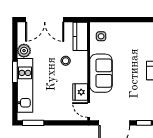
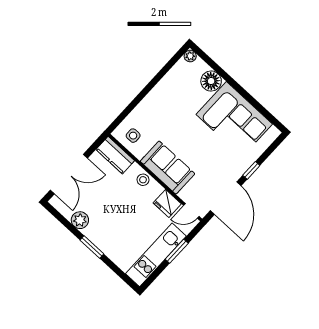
stool: (66, 61) -> (143, 180), moved
kitchen unit: (25, 85) -> (156, 255), moved, turned -90
window: (33, 123) -> (177, 251), moved

